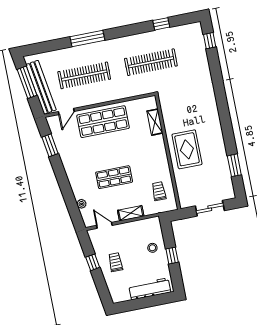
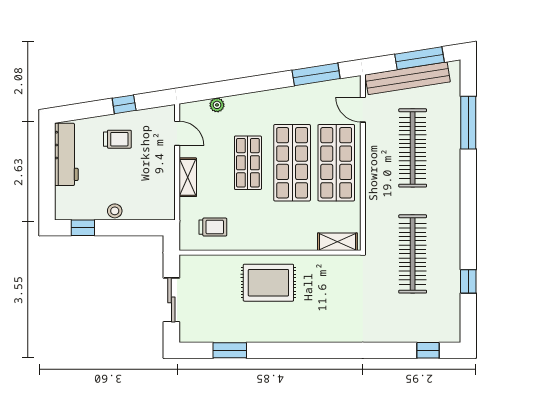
window: (87, 38) -> (468, 123), moved
shelving: (155, 122) -> (337, 242), moved
window: (50, 145) -> (316, 74), width x1.44
shop shelf: (109, 149) -> (292, 163), added
door: (104, 225) -> (177, 133), hinge flipped
stool: (152, 248) -> (115, 211), moved
window: (172, 256) -> (83, 228), moved
workbench: (150, 289) -> (66, 154), moved

